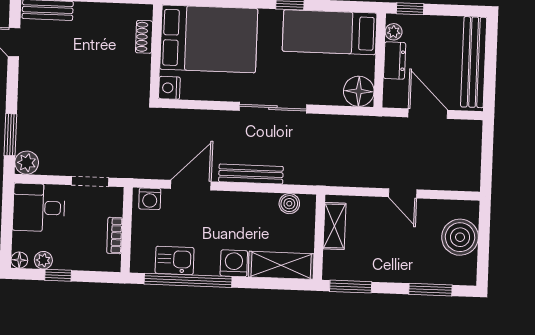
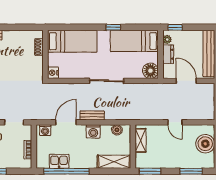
bed: (209, 39) -> (72, 41), width x0.67
bench: (251, 174) -> (92, 115), width x0.73
washing machine: (234, 263) -> (93, 131), moved, turned 180

